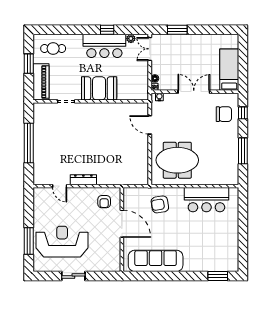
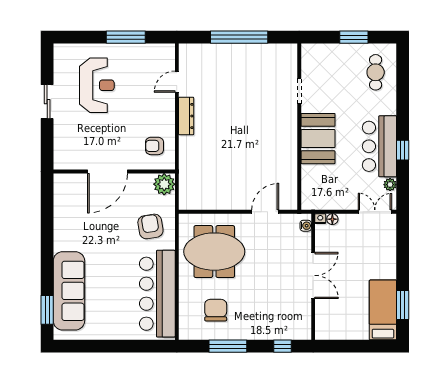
window: (177, 30) -> (403, 305), moved
bed: (229, 70) -> (383, 310), moved, turned -90
piano: (41, 82) -> (327, 55), removed
chair: (224, 114) -> (216, 310), moved, turned 180
meeting table: (177, 160) -> (214, 252), turned 90
plant: (131, 195) -> (164, 184), added
bar counter: (206, 200) -> (157, 294), width x1.36
door: (122, 224) -> (108, 172), moved
window: (29, 241) -> (126, 37), moved
reception desk: (62, 242) -> (97, 85), width x0.74, depth x0.77
sofa: (156, 261) -> (69, 291), moved

